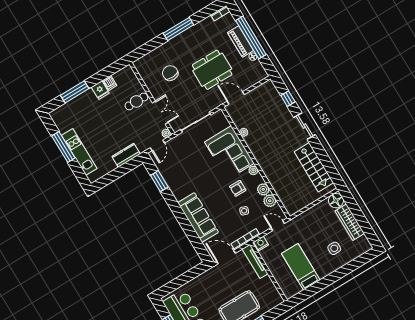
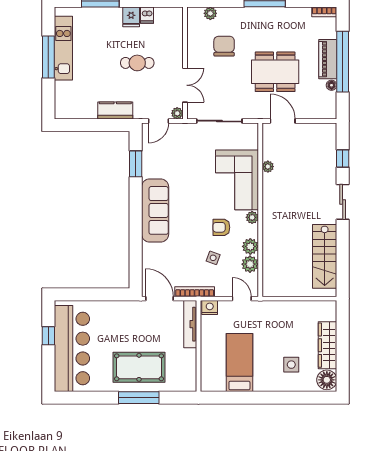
plant: (149, 58) -> (210, 13), added
cafe table: (136, 101) -> (137, 63), moved
kitchen unit: (79, 152) -> (63, 48), moved
floor lamp: (336, 201) -> (327, 380), moved
sofa: (198, 217) -> (155, 210), moved

